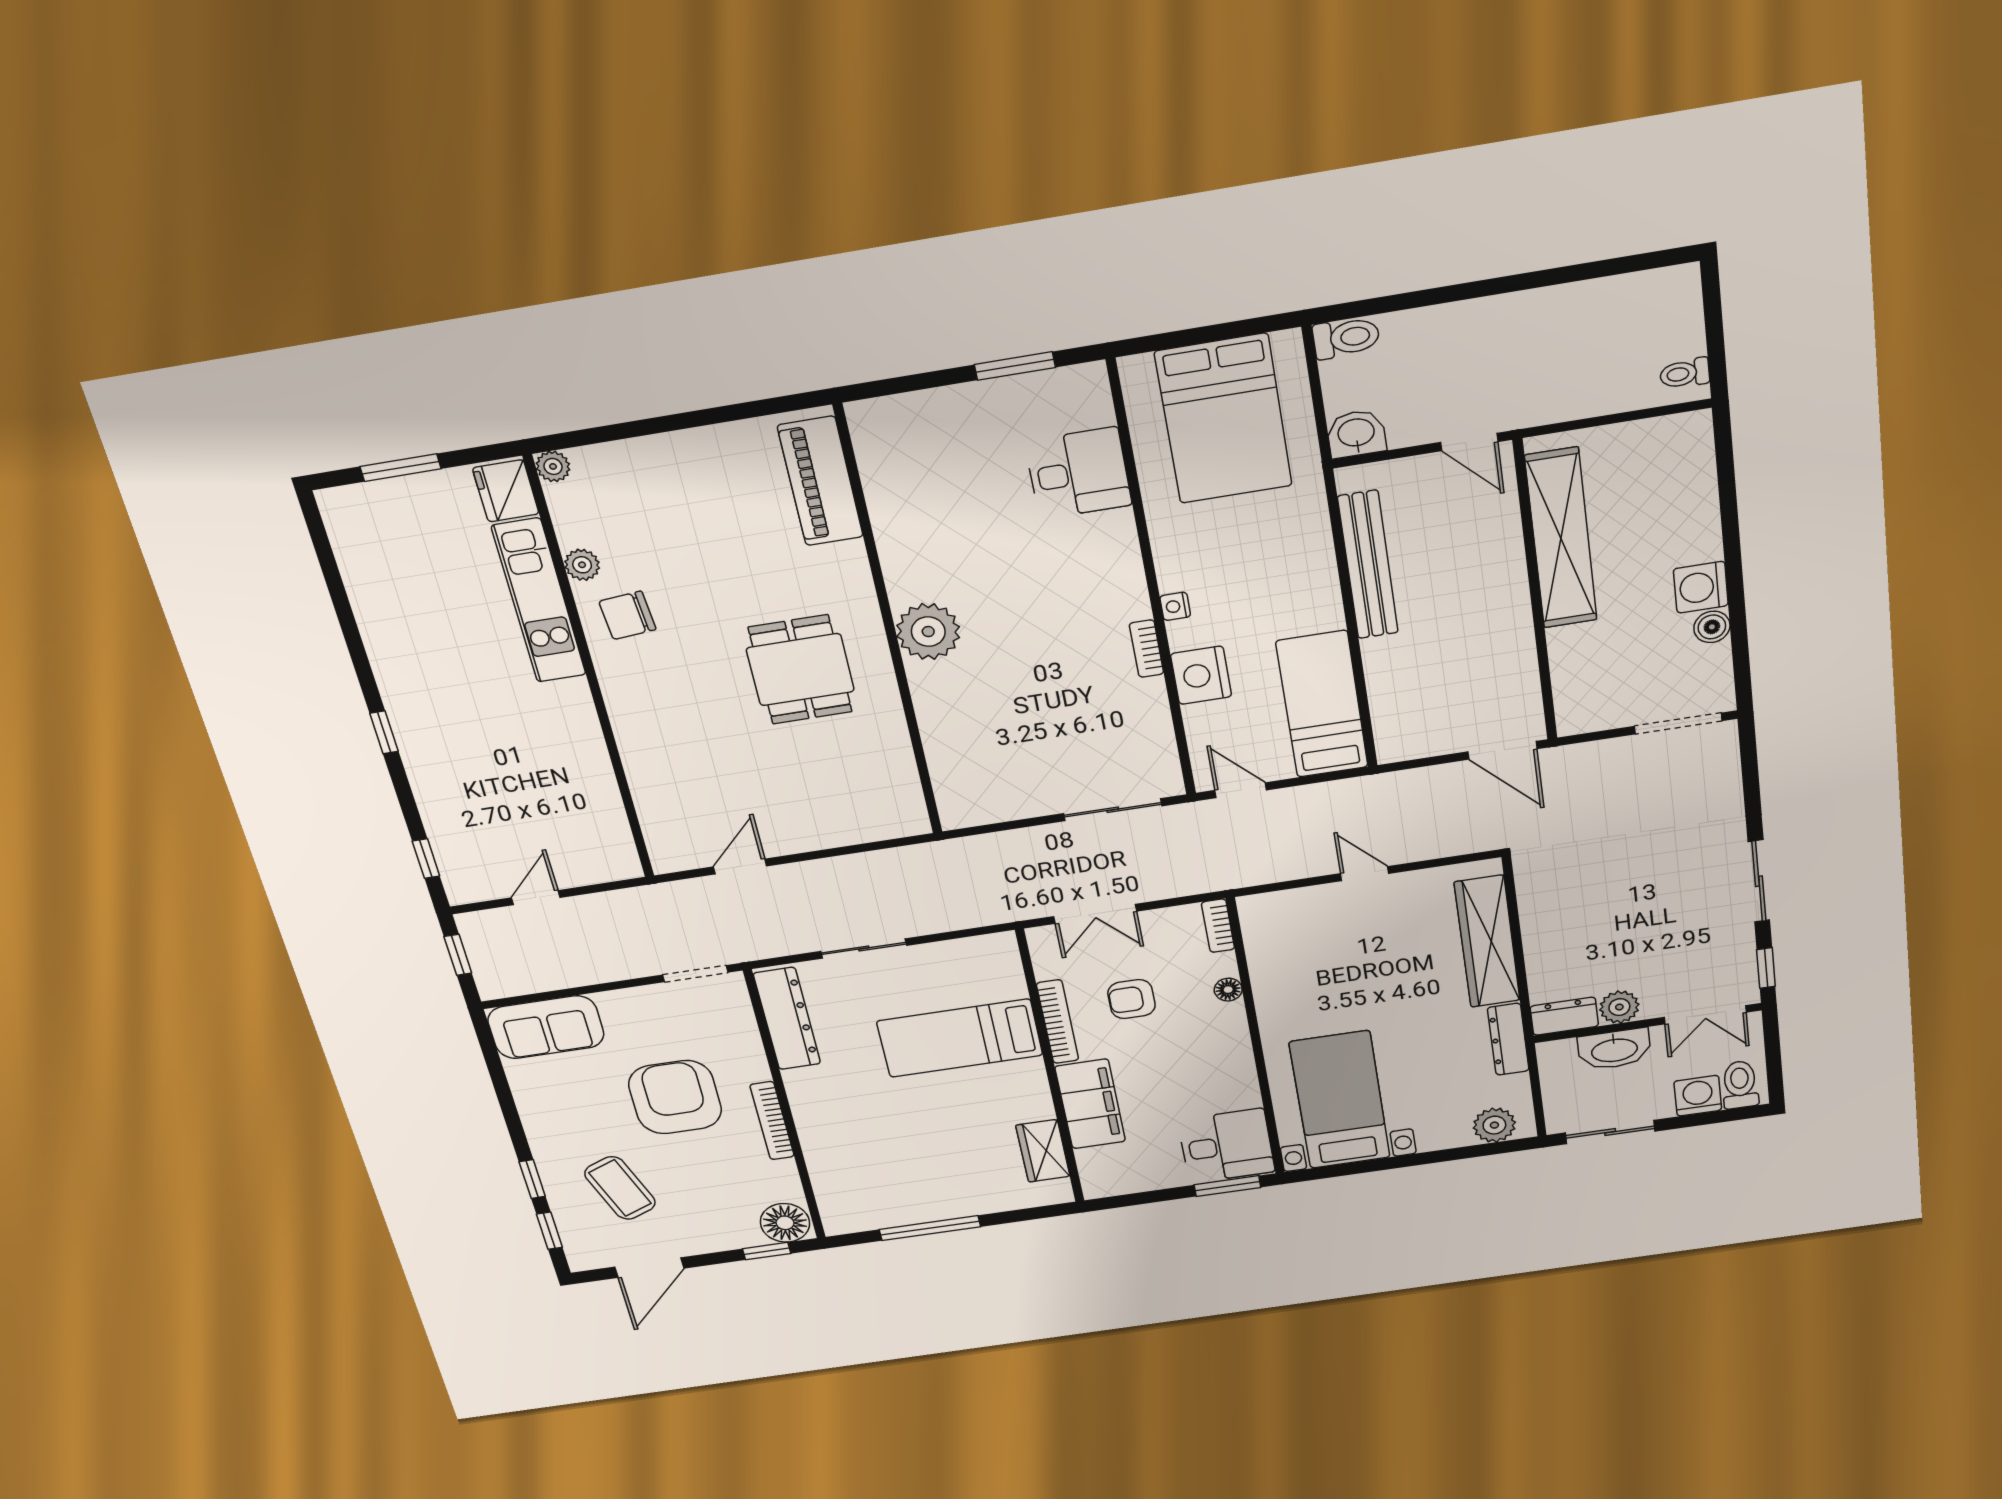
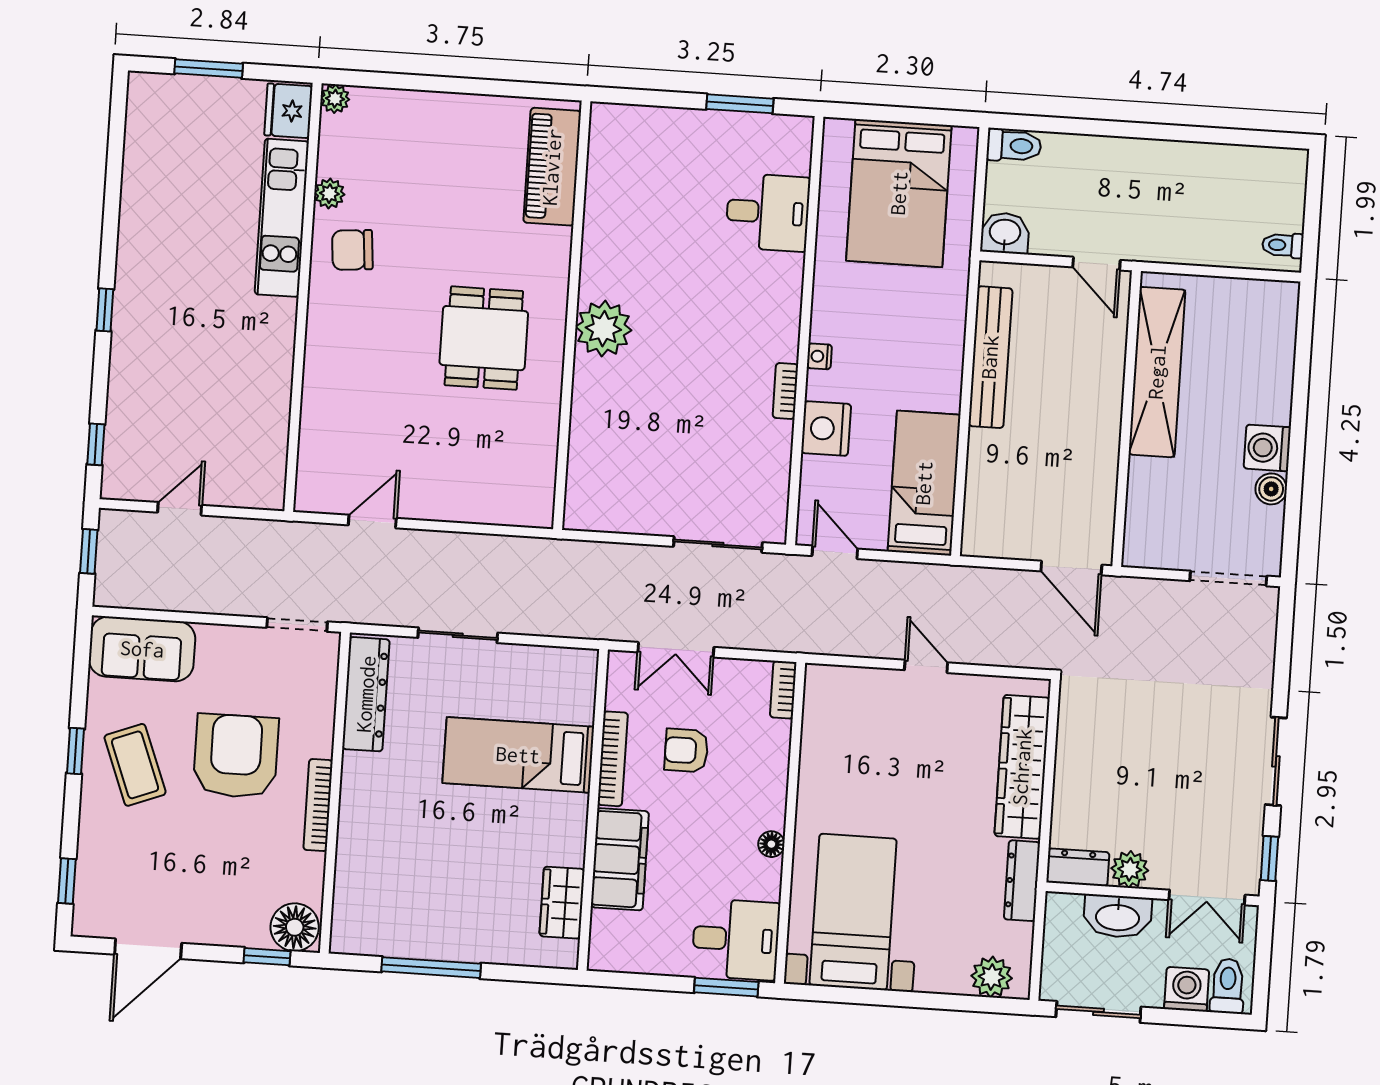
floor lamp: (1228, 990) -> (771, 844), moved
window: (532, 1179) -> (76, 751), moved
coffee table: (620, 1188) -> (135, 765), moved

